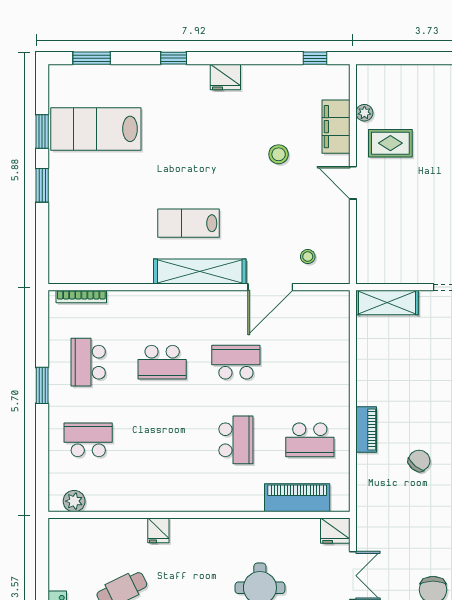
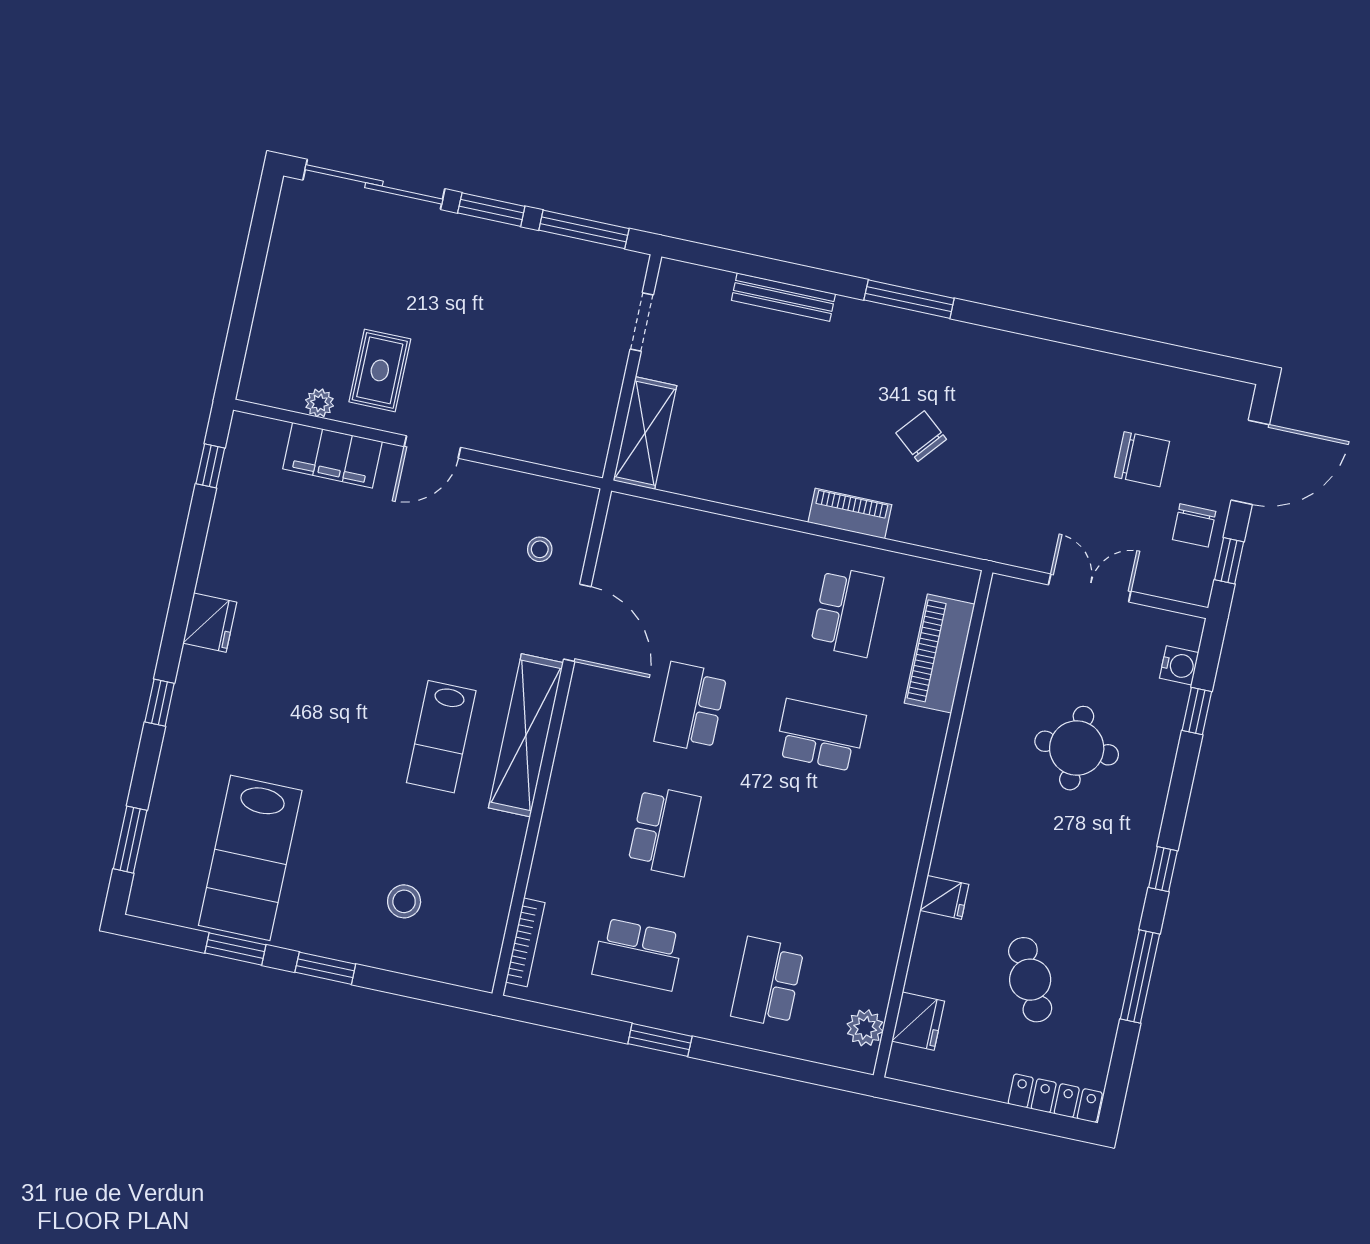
stool: (279, 154) -> (404, 901), moved
fridge: (335, 531) -> (918, 1021), moved

